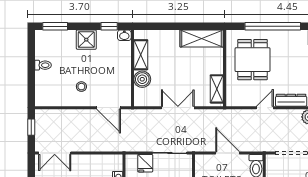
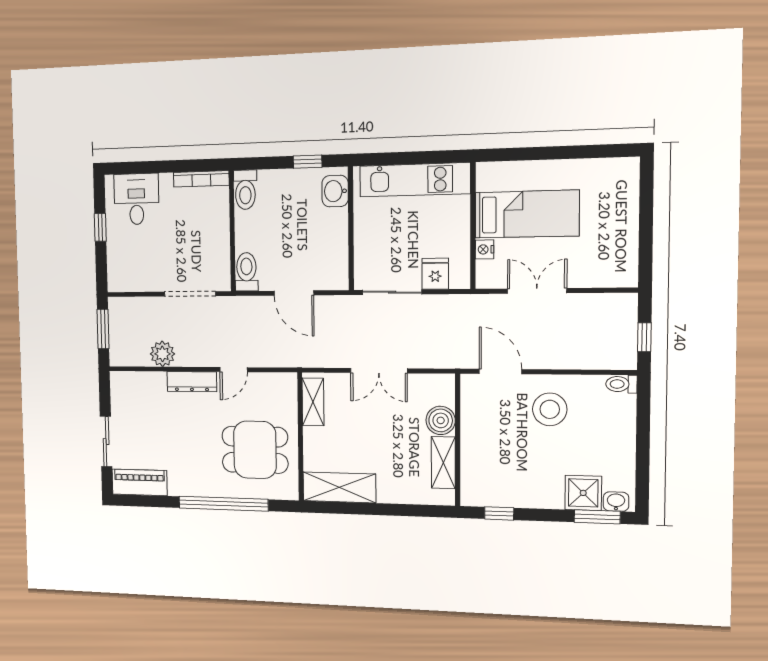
washbasin: (124, 35) -> (616, 502), moved
shower: (86, 40) -> (583, 493), moved
dining table: (253, 60) -> (255, 450), turned 90
toilet: (43, 65) -> (621, 384), moved
stool: (81, 87) -> (550, 409), width x1.89, depth x1.89
double door: (55, 153) -> (537, 291), moved

